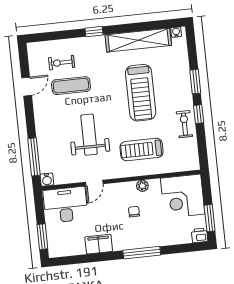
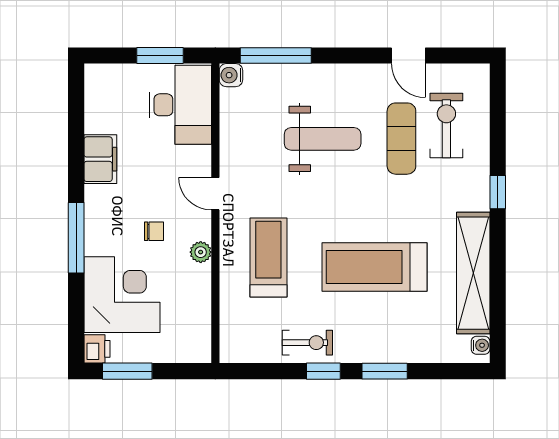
exercise bike: (62, 63) -> (446, 125), width x1.38, depth x1.39
weight bench: (89, 135) -> (323, 139), moved
door: (94, 183) -> (215, 194), moved
corner desk: (183, 196) -> (122, 295), moved, turned 90
window: (42, 237) -> (160, 56), moved

